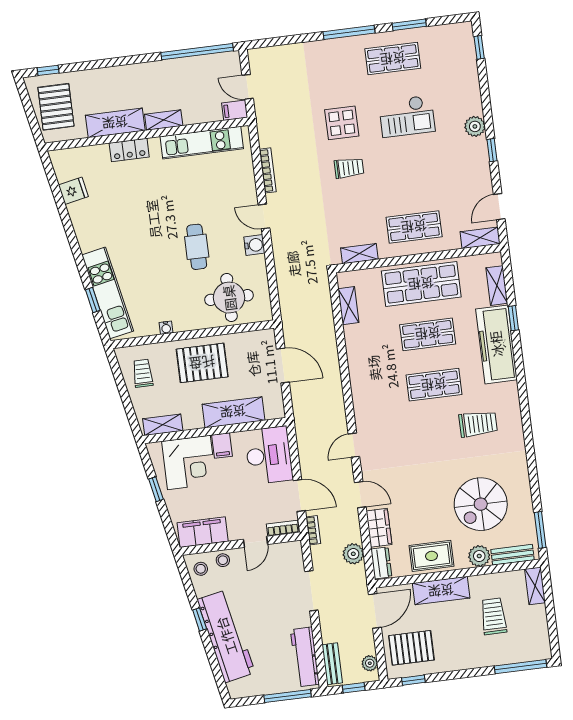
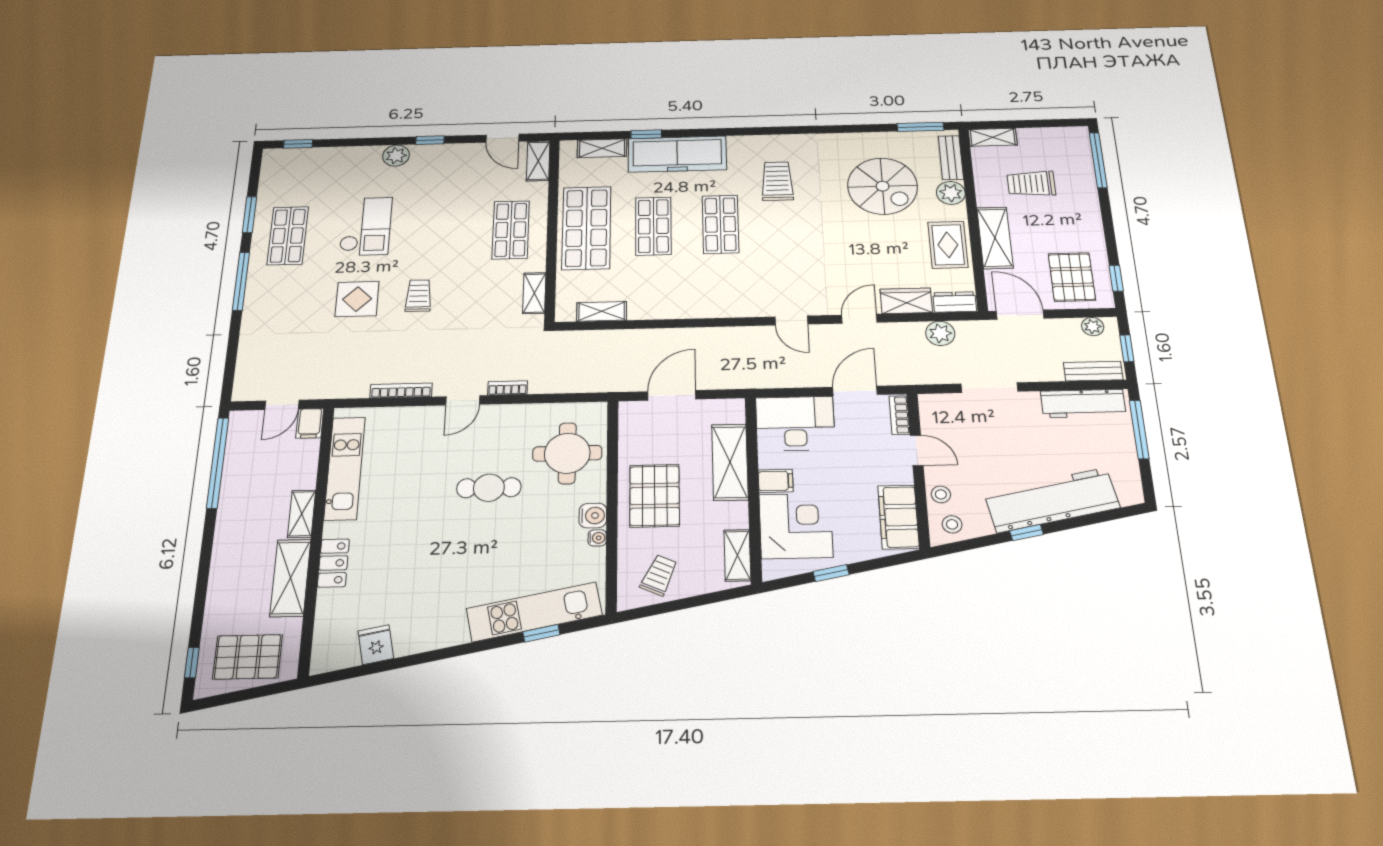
water cooler: (254, 245) -> (593, 516), moved, turned 90
trolley: (143, 373) -> (659, 575), turned 114
bookcase: (313, 530) -> (508, 388), moved

